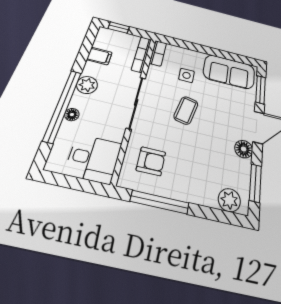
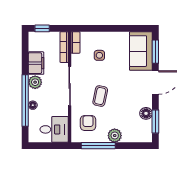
filing cabinet: (99, 56) -> (36, 63), width x2.00
sofa: (229, 72) -> (141, 51), moved, turned 90
coffee table: (186, 110) -> (100, 96), moved
floor lamp: (244, 149) -> (146, 113), moved
armchair: (151, 161) -> (88, 123), turned -90
plant: (229, 200) -> (115, 136), moved

